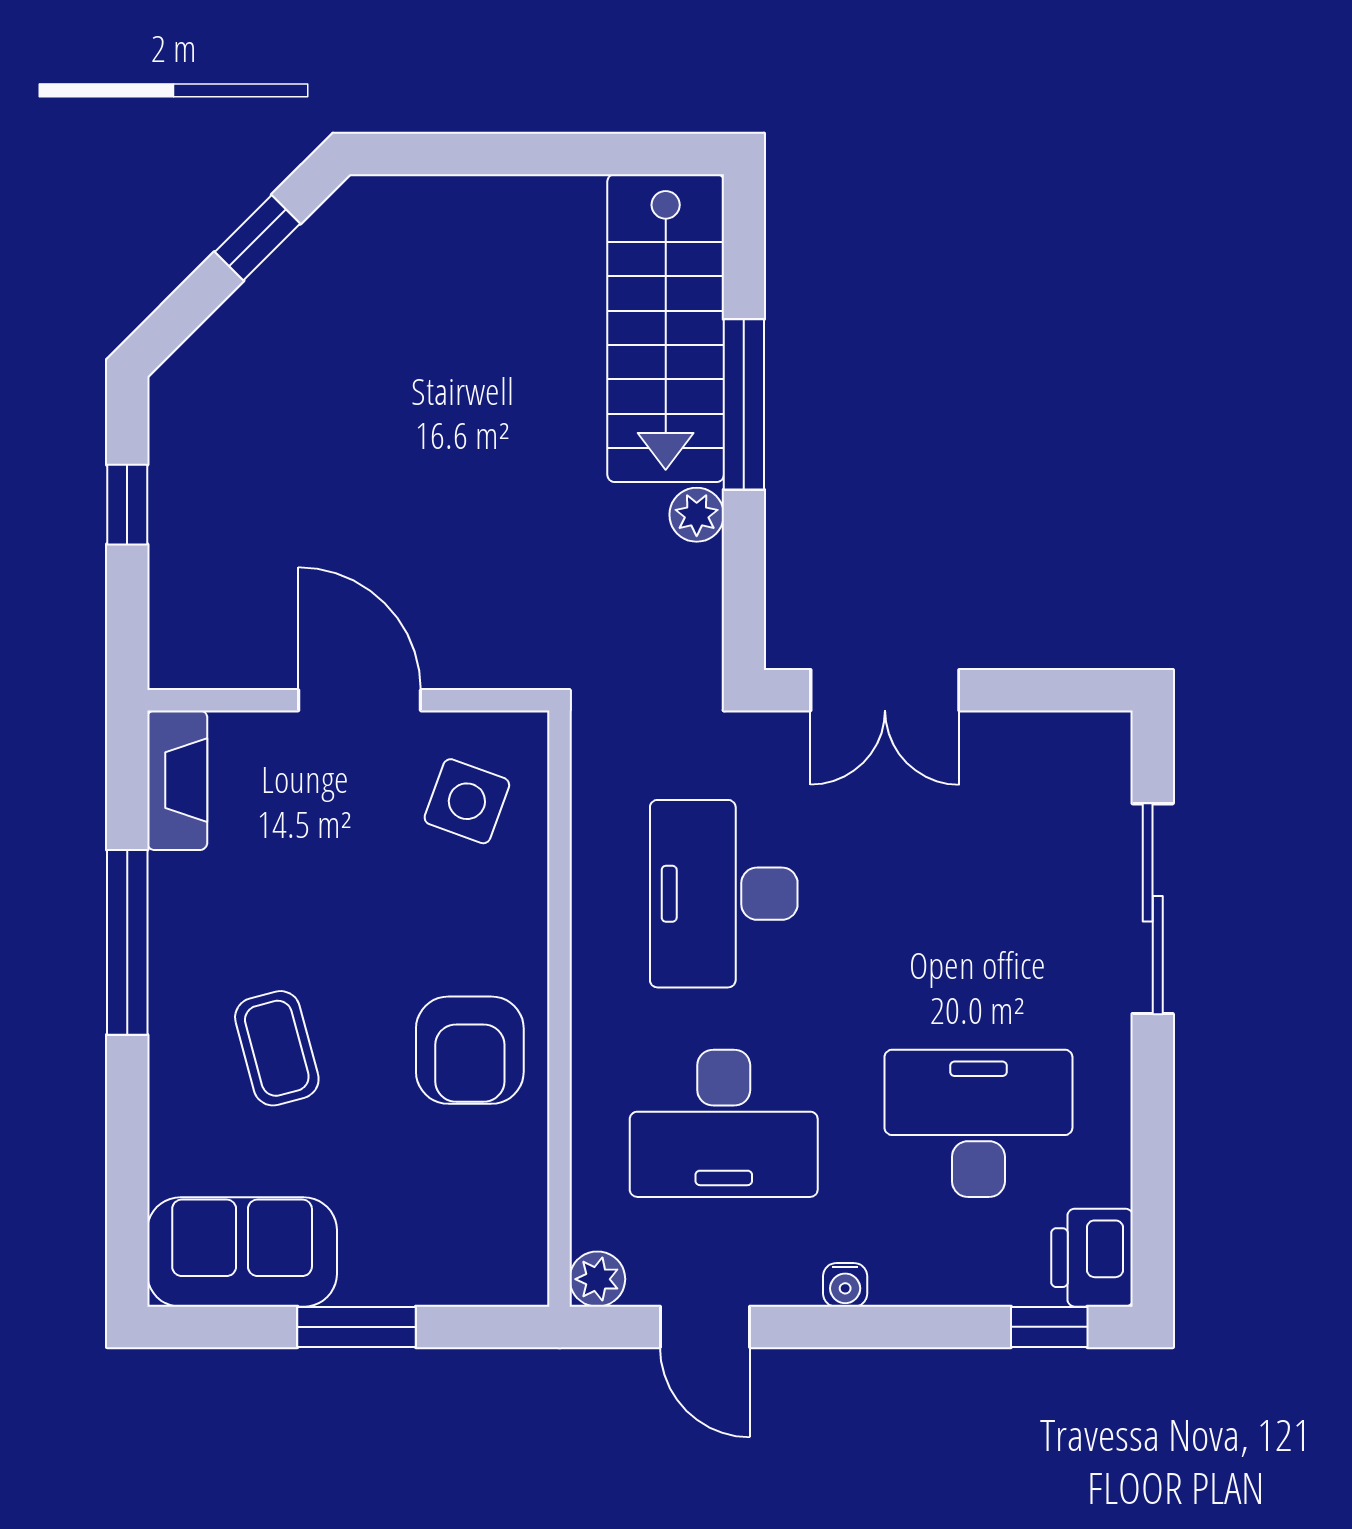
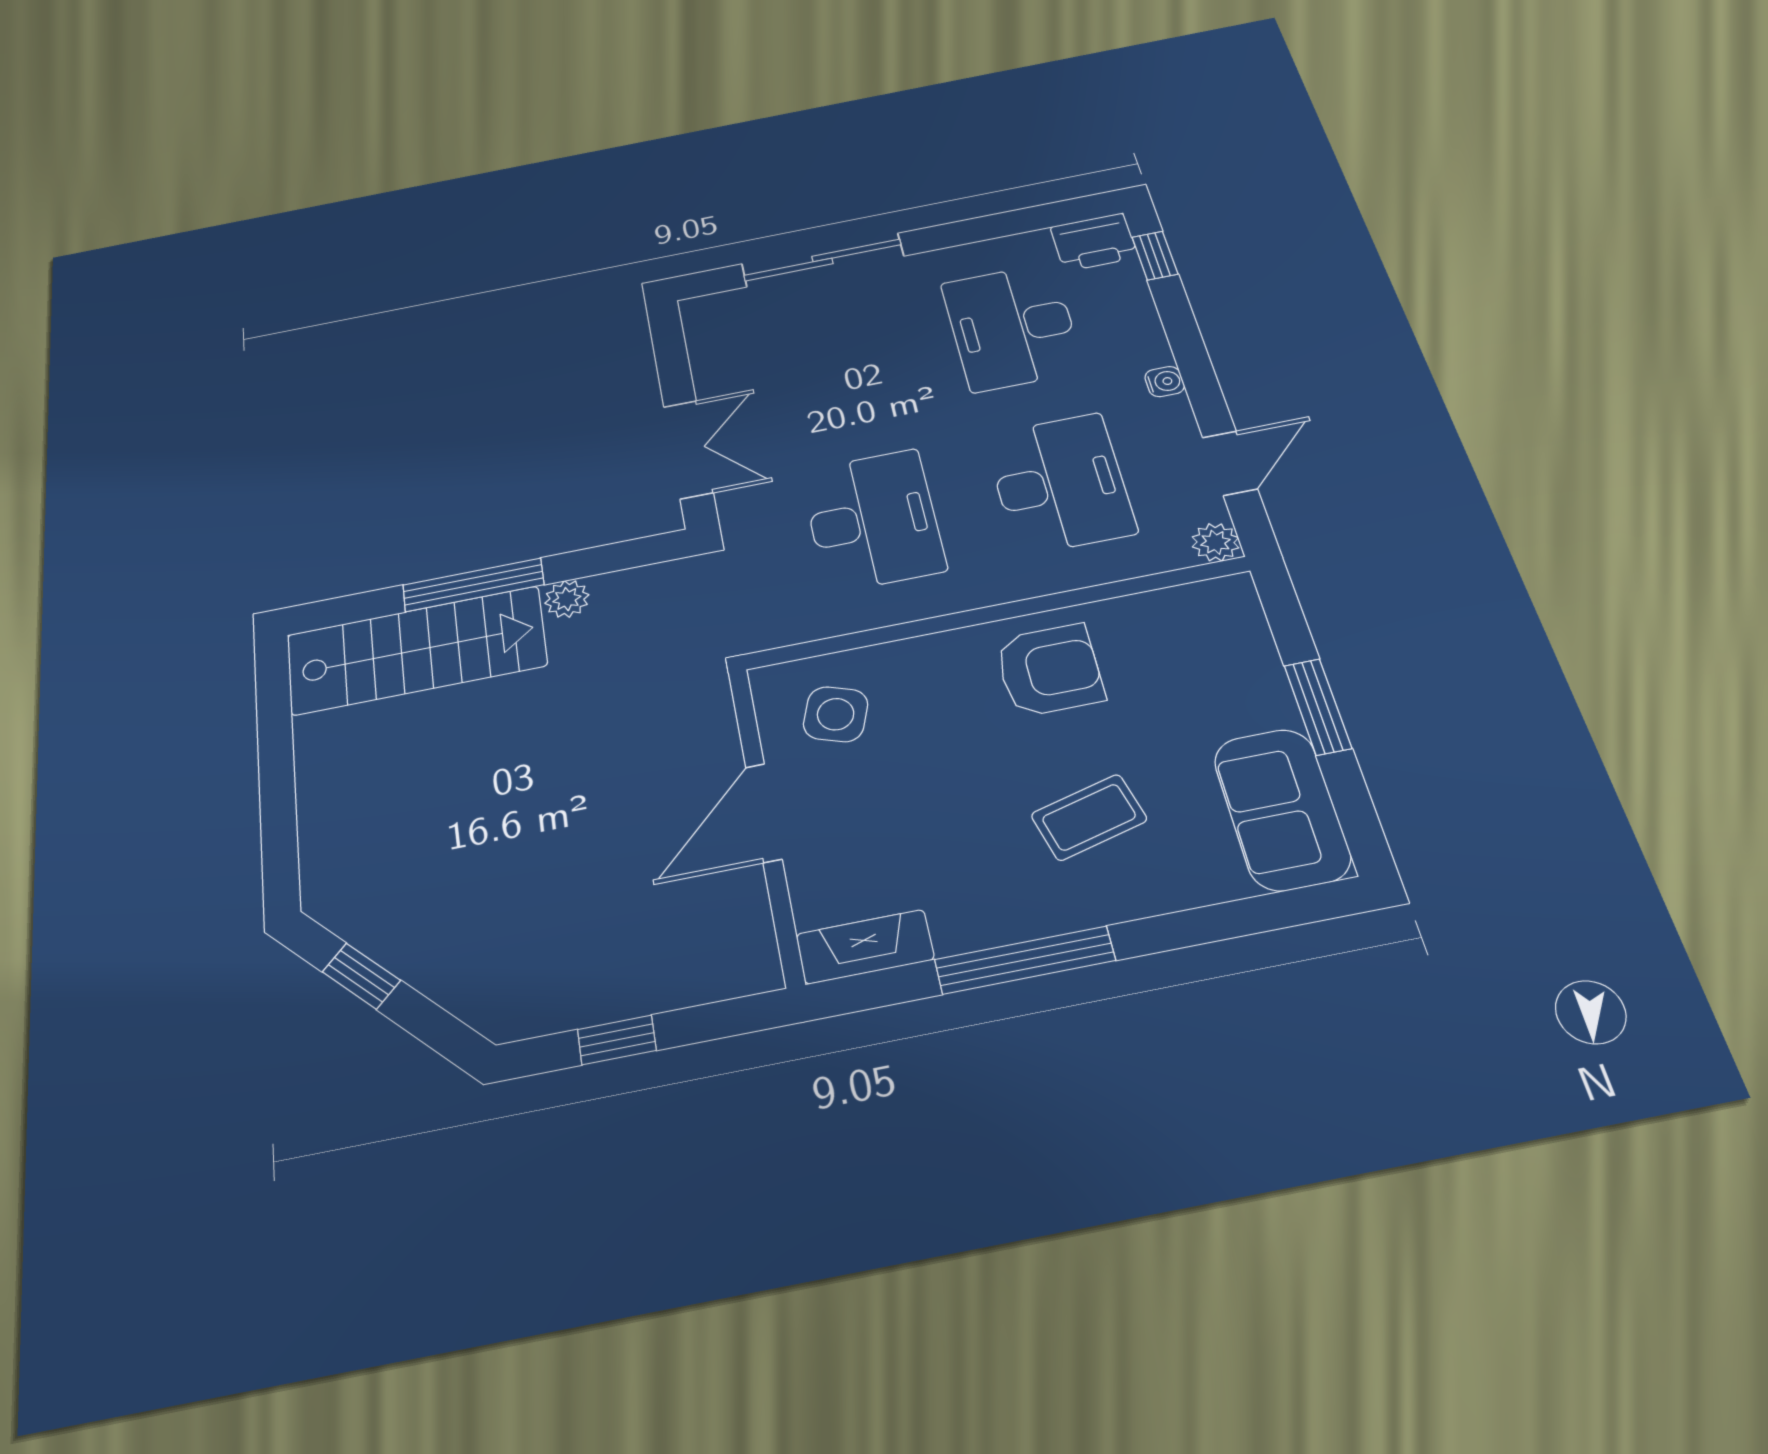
desk: (724, 894) -> (873, 520), turned -90

